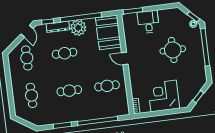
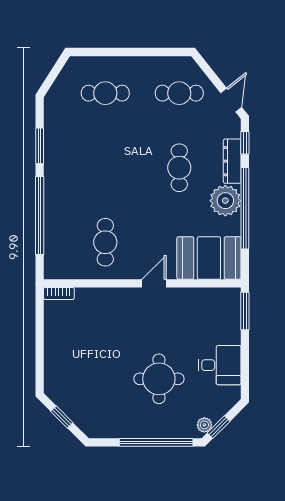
desk: (148, 22) -> (220, 365), moved
door: (27, 31) -> (231, 100), swing flipped
cafe table: (69, 91) -> (105, 168), removed
corner desk: (164, 96) -> (72, 350), removed

